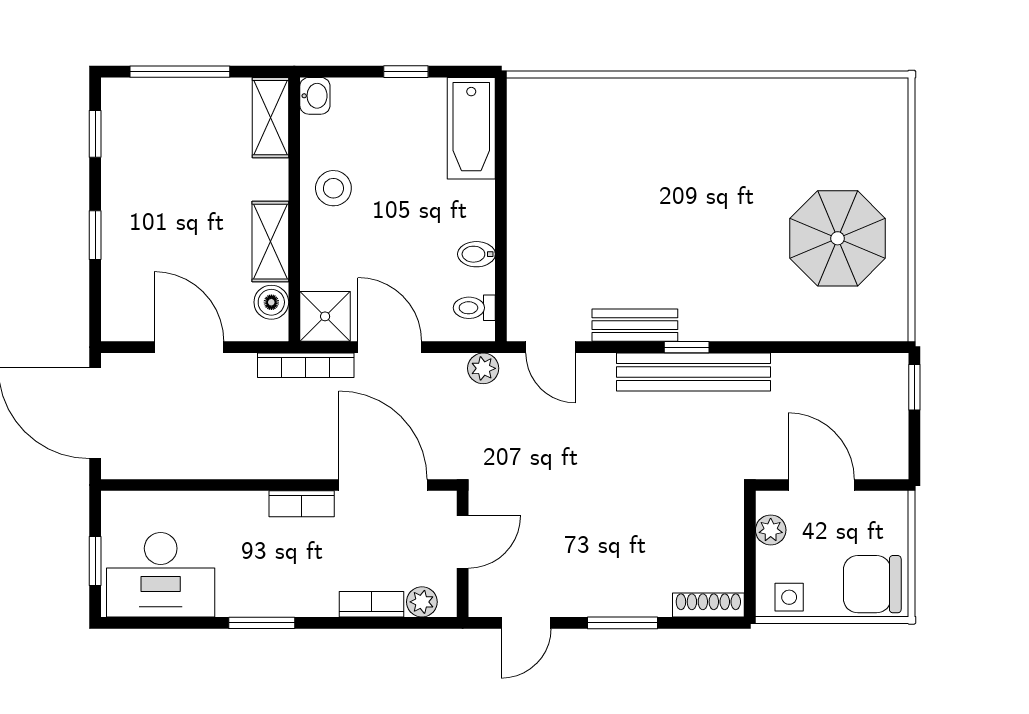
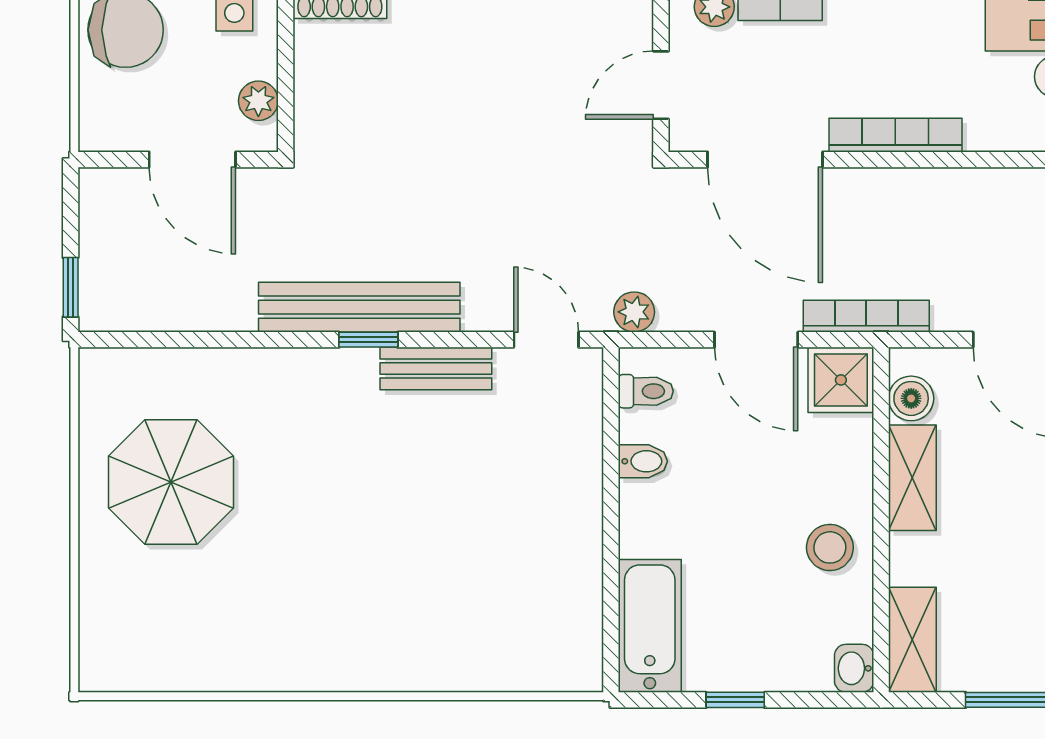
bookcase: (302, 504) -> (895, 135), width x1.56

